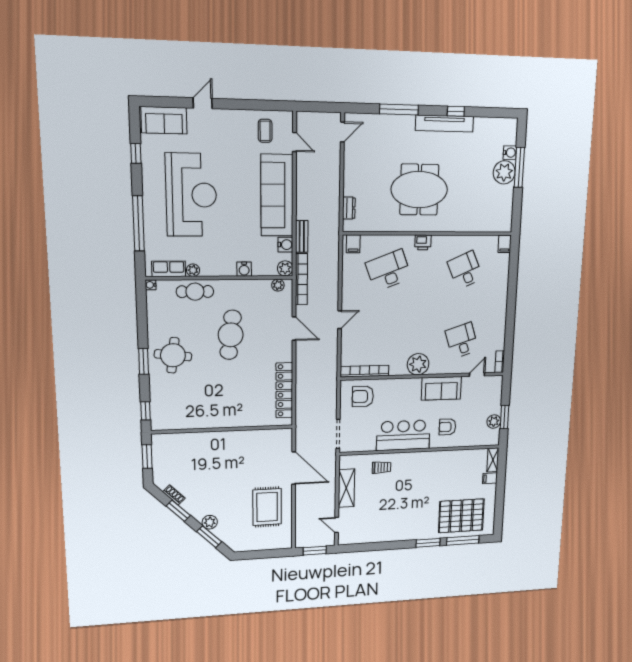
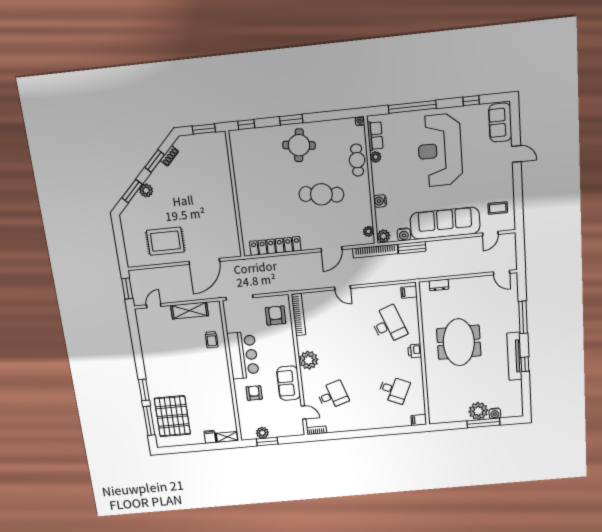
reception desk: (191, 195) -> (440, 150), turned 90
desk: (465, 270) -> (394, 390), turned 48

